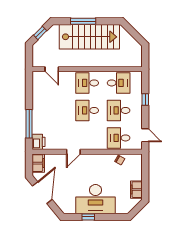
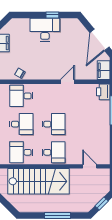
stairs: (89, 37) -> (38, 181), moved, turned 180
desk: (119, 138) -> (21, 96), turned 180
desk: (95, 199) -> (45, 30), width x0.73, depth x0.77

